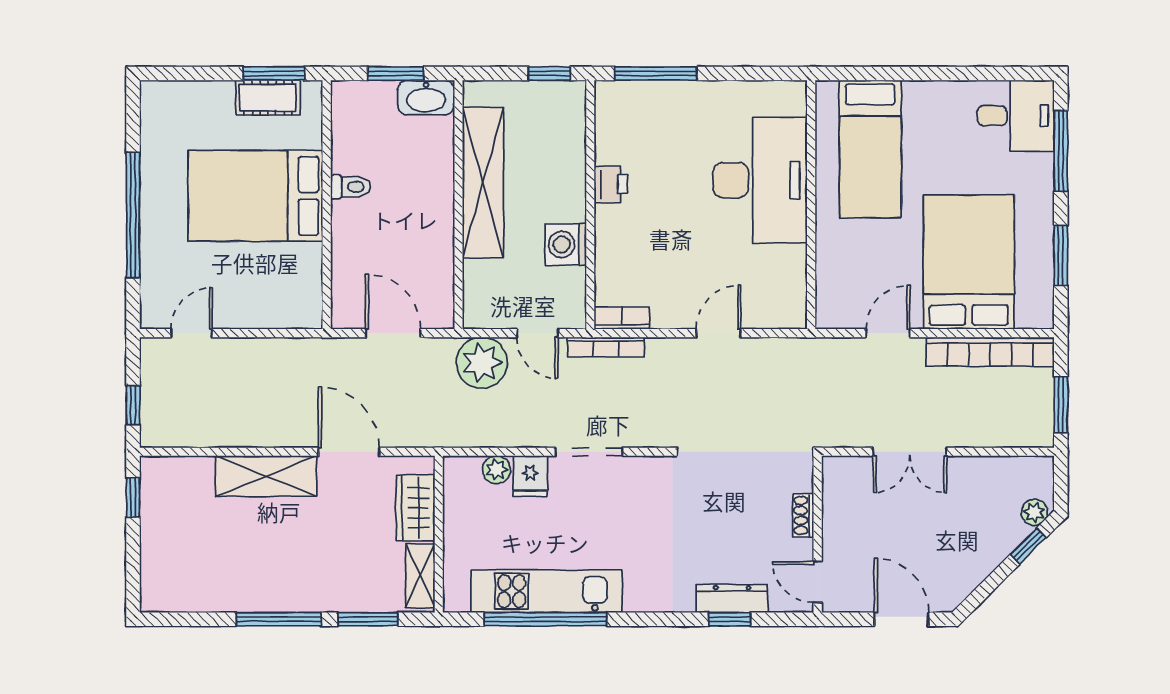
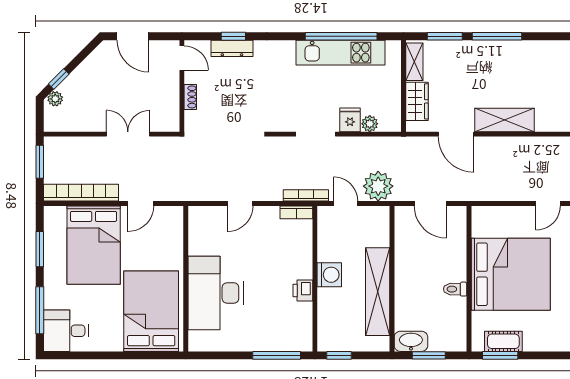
bed: (870, 149) -> (151, 311), width x1.50
bed: (255, 196) -> (511, 274), width x1.36
washing machine: (566, 244) -> (329, 275), moved

